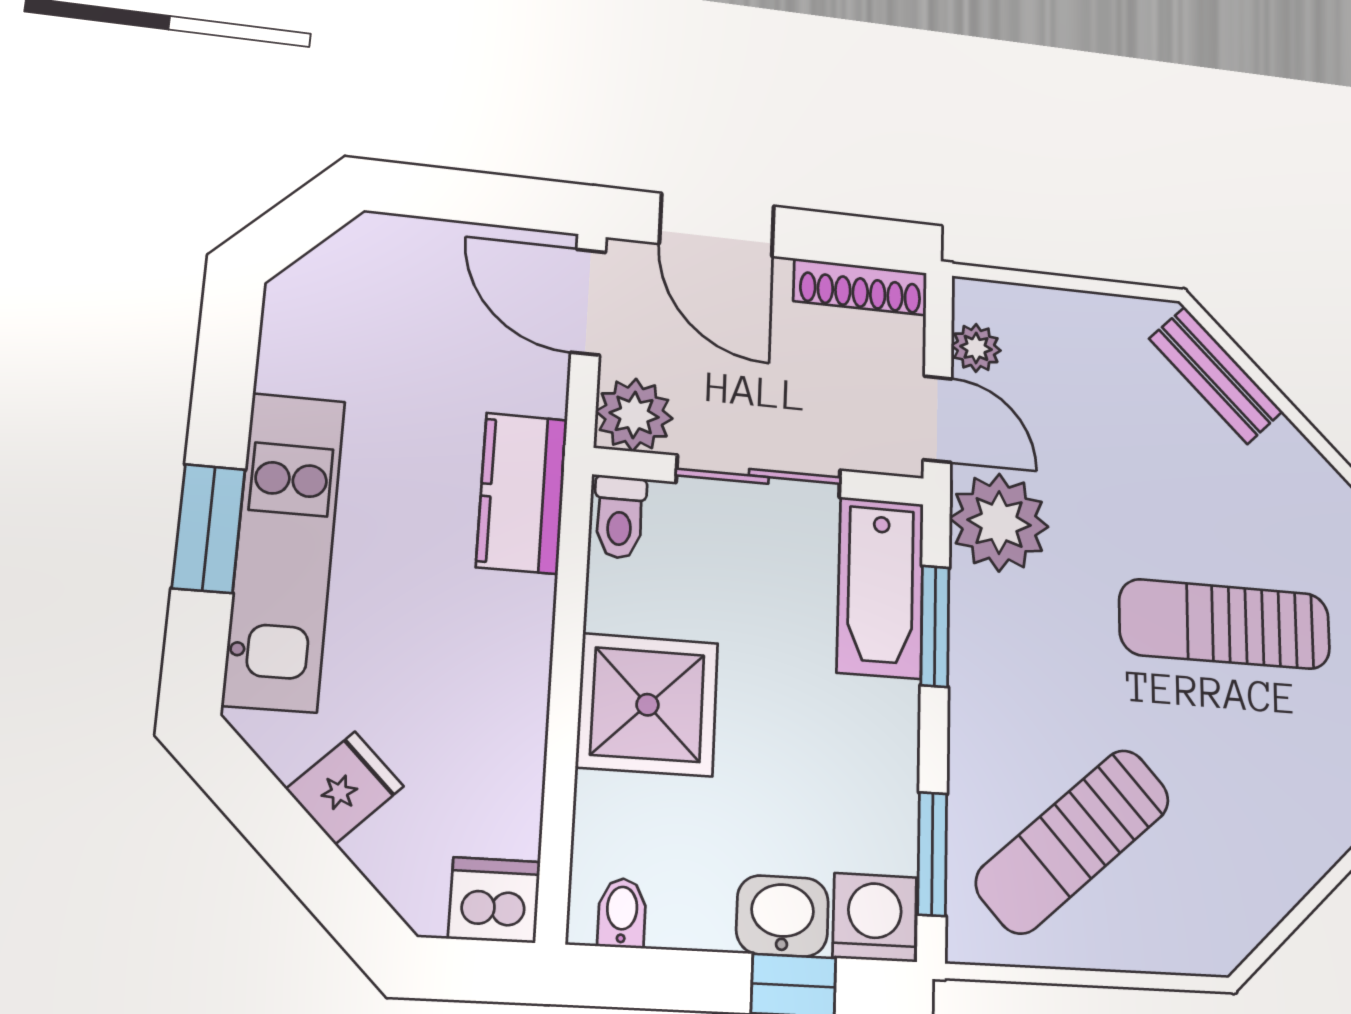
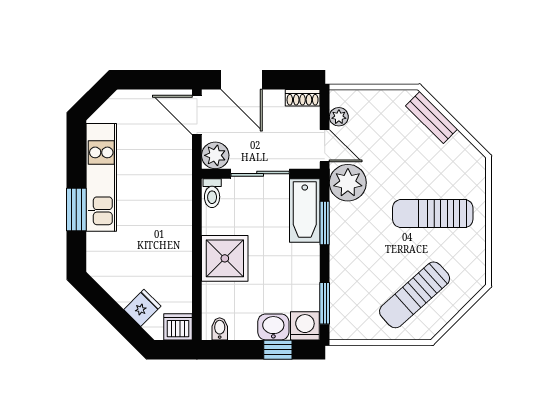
shoe rack: (860, 287) -> (303, 98), width x0.70
kitchen counter: (522, 493) -> (178, 188), removed
kitchen unit: (284, 551) -> (101, 177), moved
fridge: (345, 788) -> (142, 308), moved
sun lounger: (1073, 841) -> (415, 295), moved

